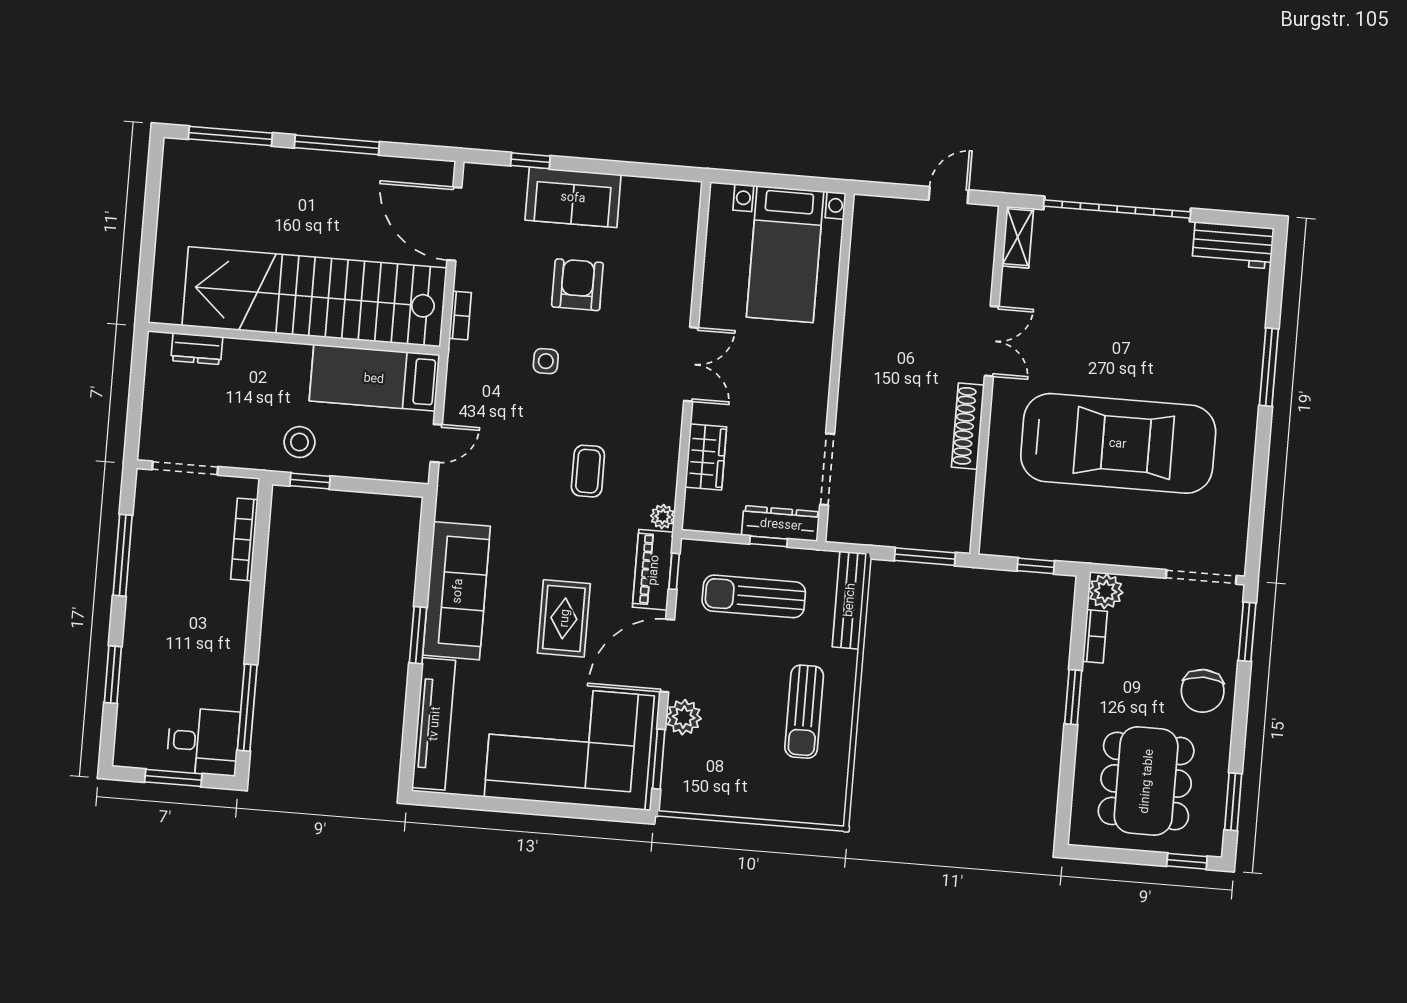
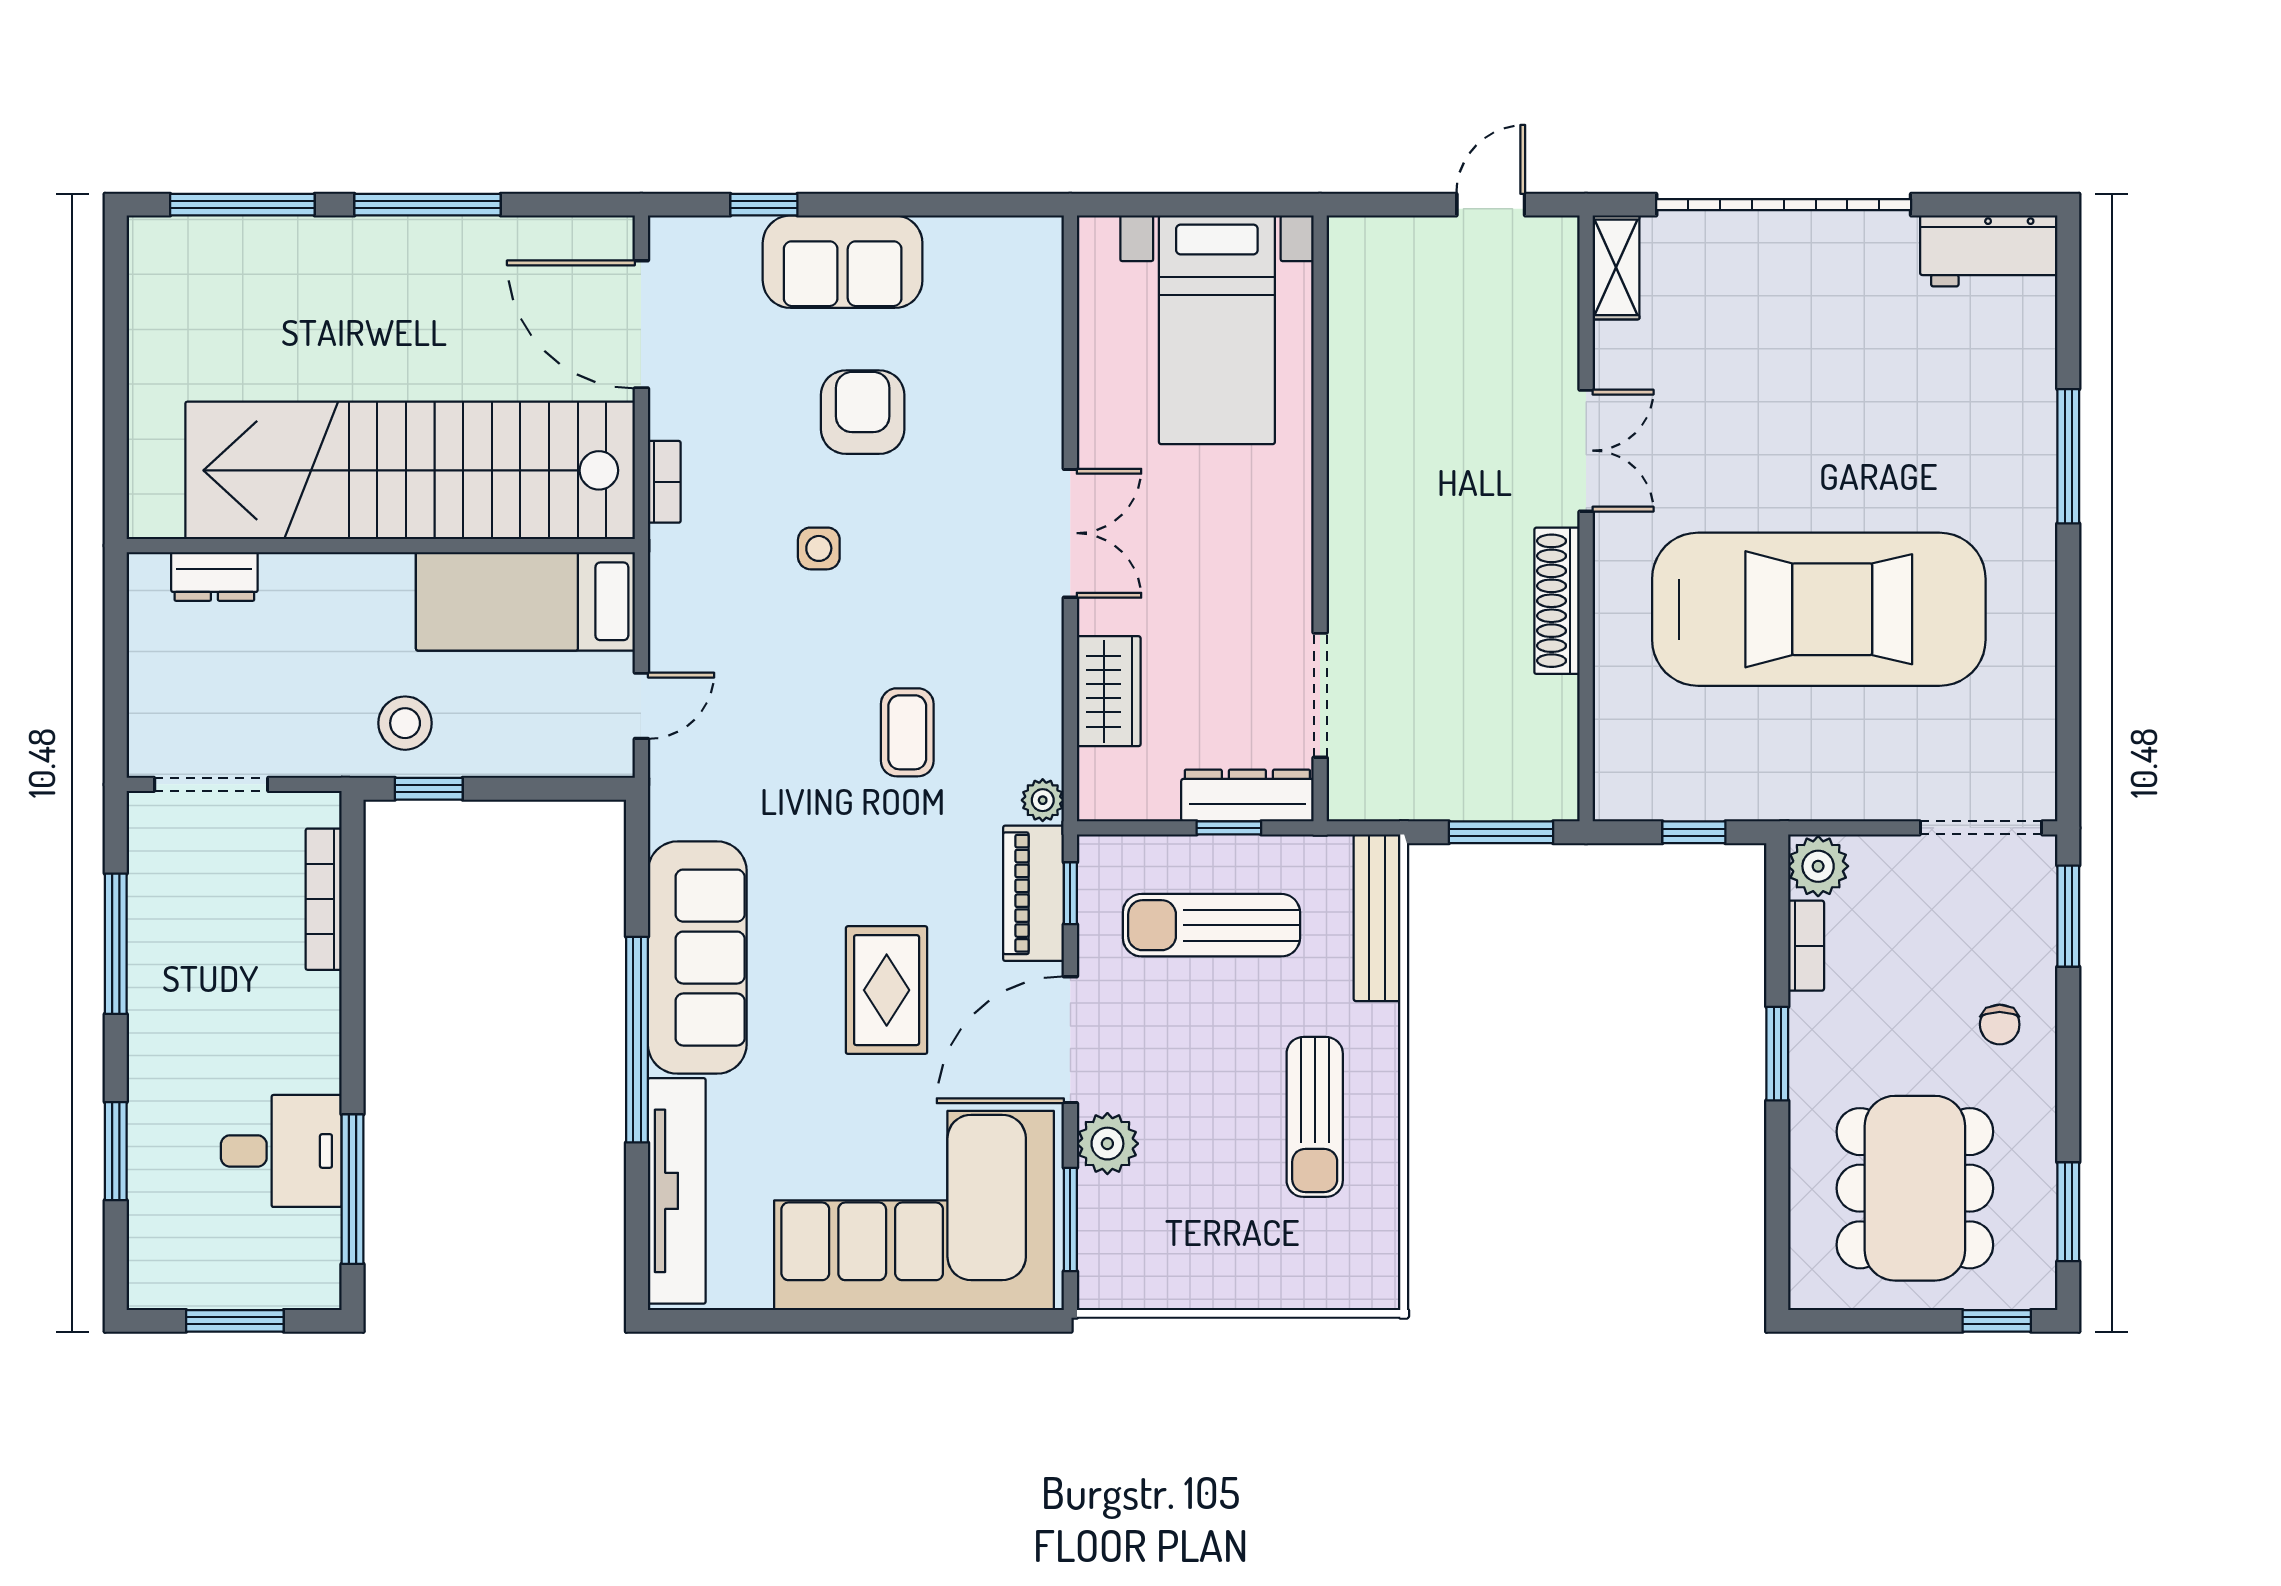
window: (418, 635) -> (637, 1040), width x2.11
chair: (1203, 691) -> (2000, 1024), width x0.54, depth x0.54
desk: (203, 742) -> (281, 1151), moved

